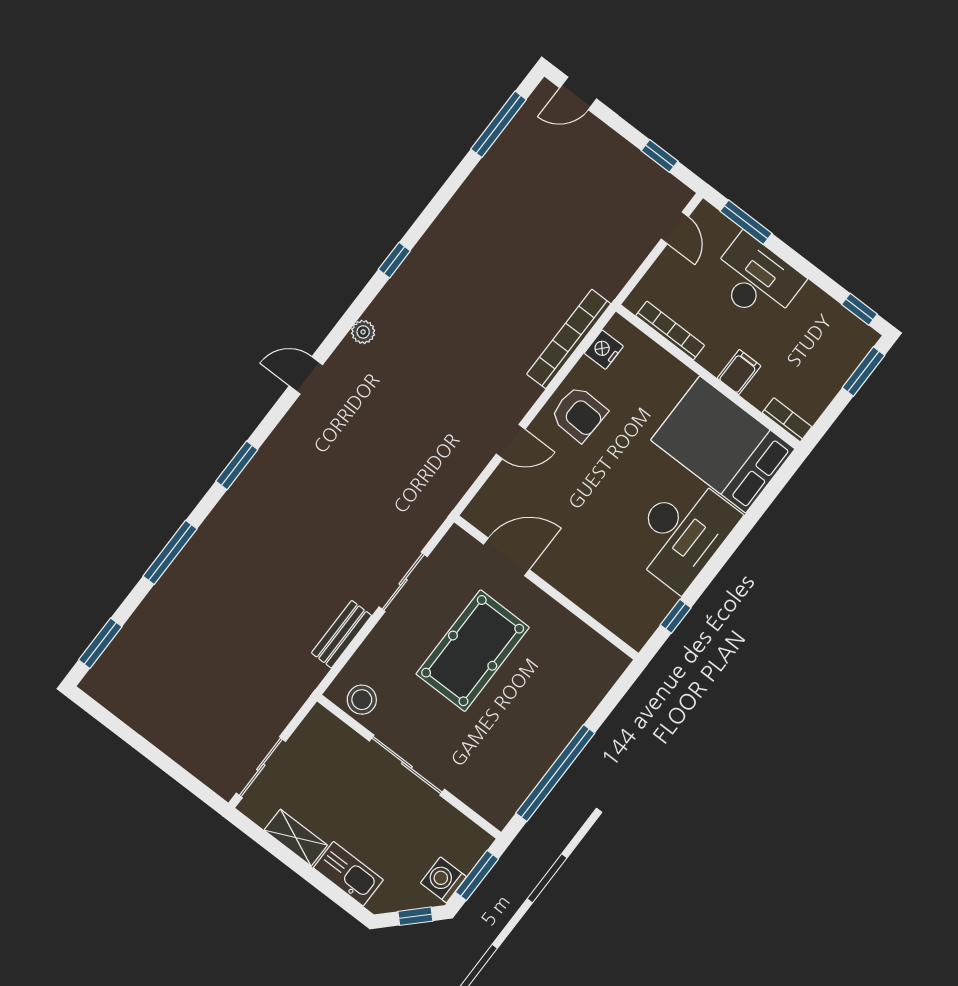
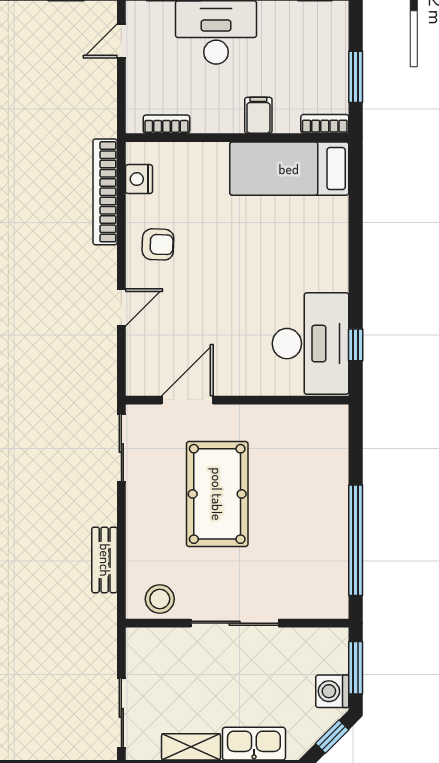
door: (675, 228) -> (121, 41), swing flipped
bookcase: (670, 330) -> (166, 124), width x0.64
window: (863, 371) -> (356, 77), moved
armchair: (579, 414) -> (158, 244), width x0.72, depth x0.72
bed: (723, 444) -> (289, 169), width x0.67
desk: (682, 532) -> (310, 344), moved
sliding door: (403, 582) -> (121, 448), moved

